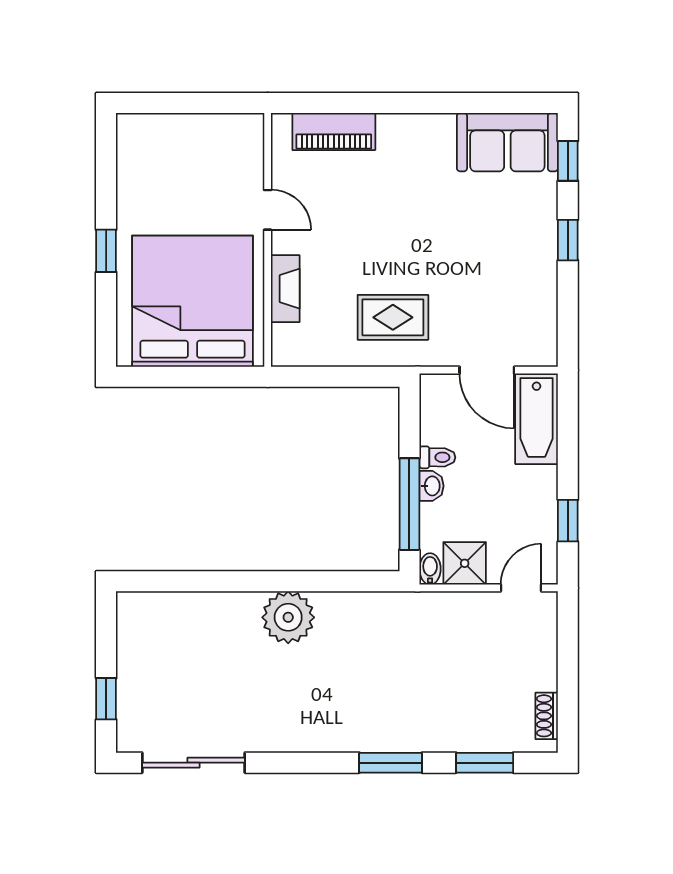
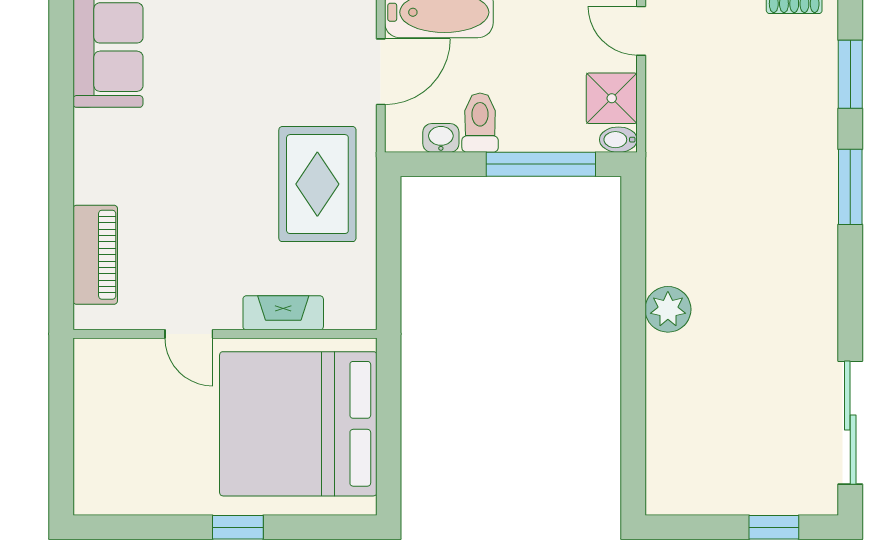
door: (268, 210) -> (189, 334), swing flipped
rug: (393, 317) -> (317, 184), width x1.36, depth x1.43
toilet: (437, 457) -> (480, 123), width x1.37, depth x1.39
washbasin: (431, 486) -> (441, 138), moved
plant: (288, 617) -> (668, 309), width x0.73, depth x0.73

